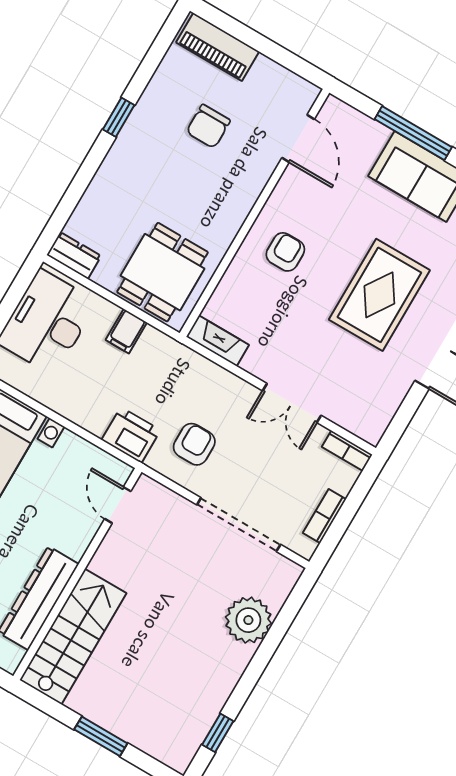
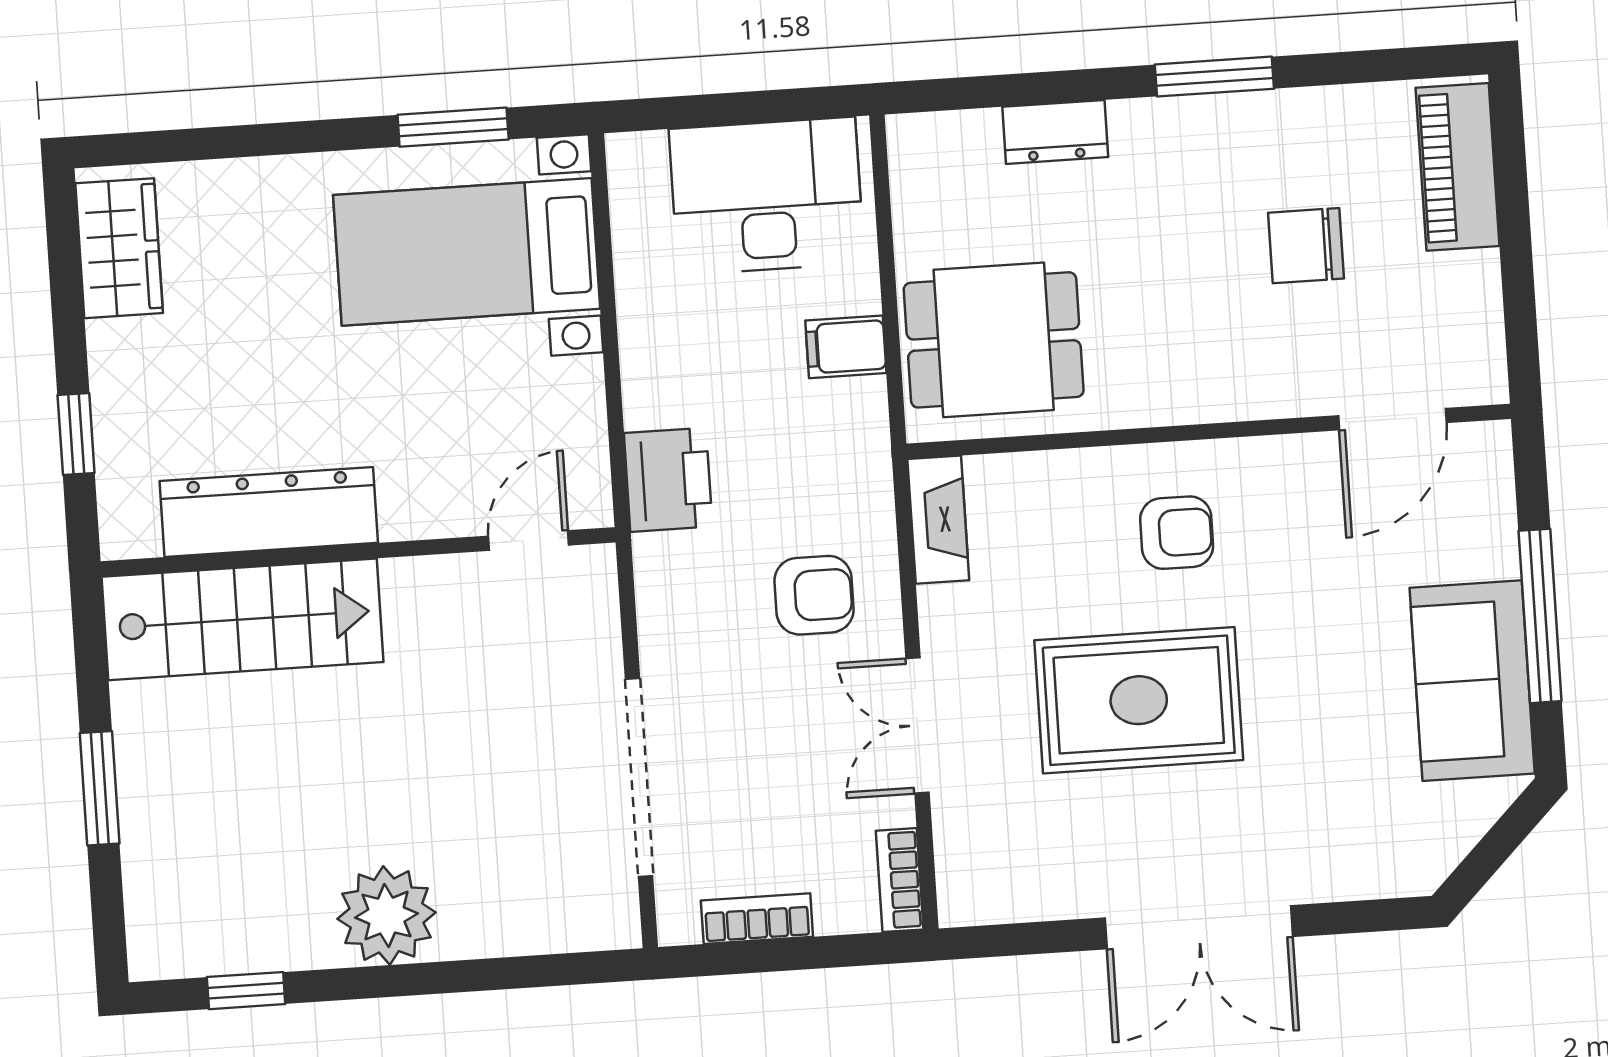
window: (119, 117) -> (1214, 77), width x1.50
dresser: (74, 256) -> (1055, 132), moved, turned 90
rug: (379, 295) -> (1139, 700), moved
armchair: (194, 444) -> (814, 595), moved
plant: (248, 620) -> (386, 916), moved

